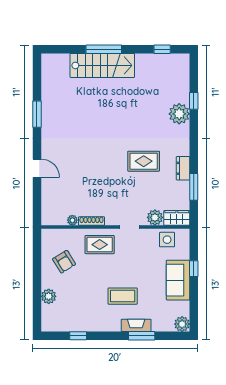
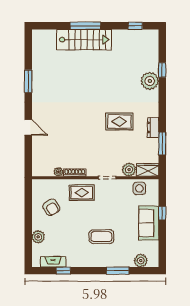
plant: (182, 324) -> (141, 261), moved
fireplace: (136, 325) -> (53, 262), moved

